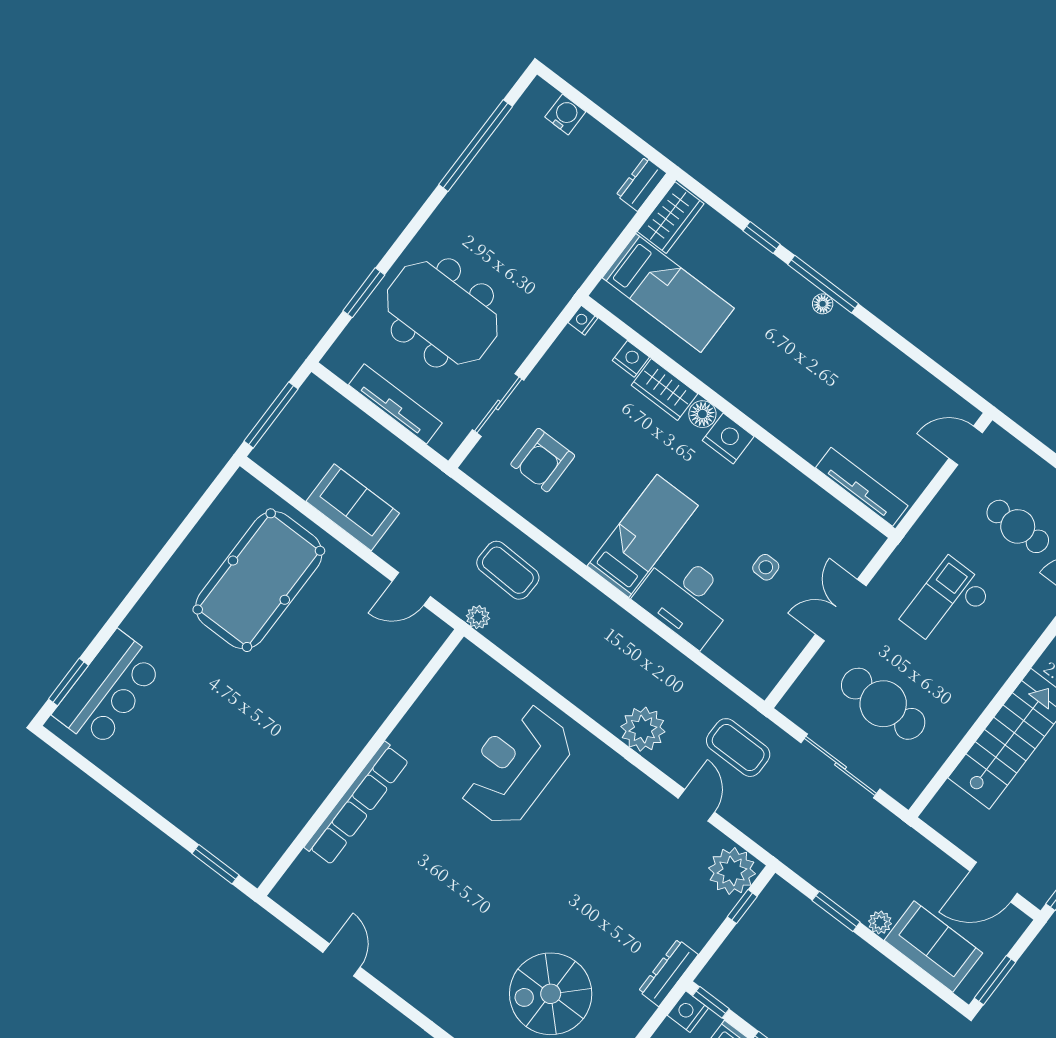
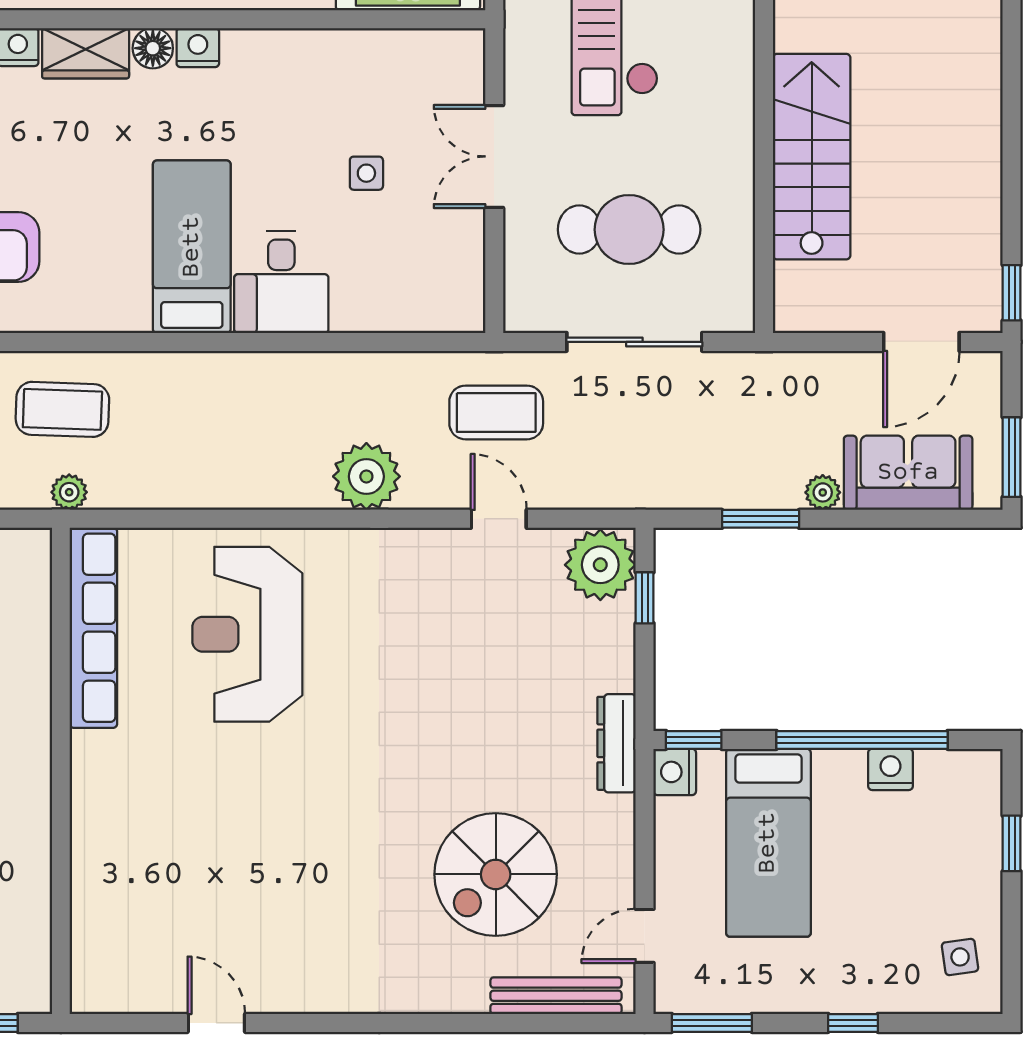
nightstand: (728, 438) -> (198, 48), width x0.74, depth x0.75
desk: (686, 598) -> (281, 282), width x0.73
row of seats: (357, 804) -> (93, 628), moved

